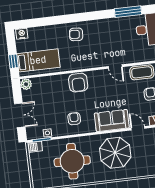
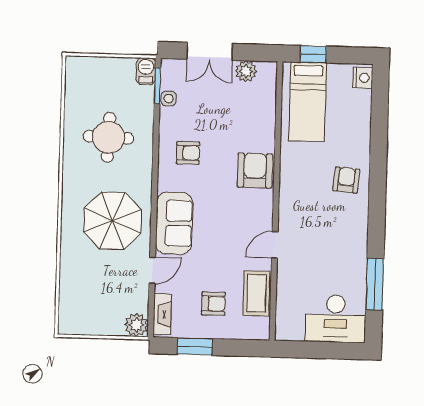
armchair: (78, 83) -> (255, 170), turned 90
plant: (26, 84) -> (246, 71), moved
round table: (72, 161) -> (108, 137), width x0.73, depth x0.73

